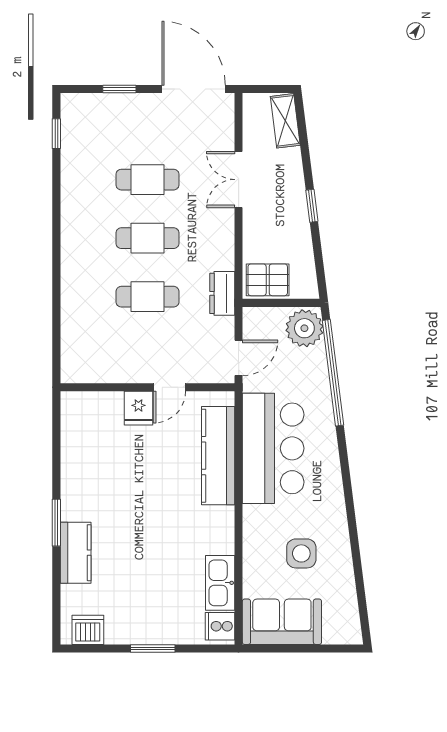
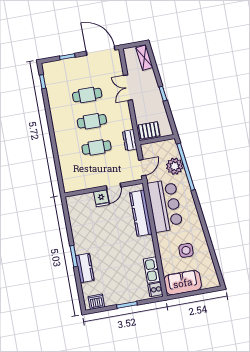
plant: (304, 328) -> (175, 166), moved

